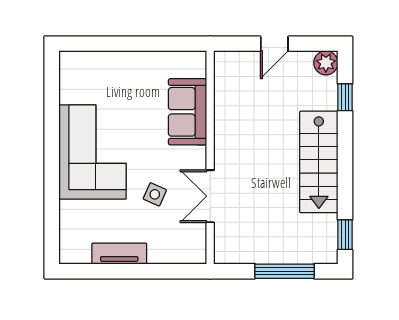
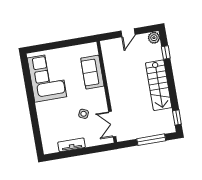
corner sofa: (92, 152) -> (47, 77), moved
double door: (210, 196) -> (112, 124), moved

